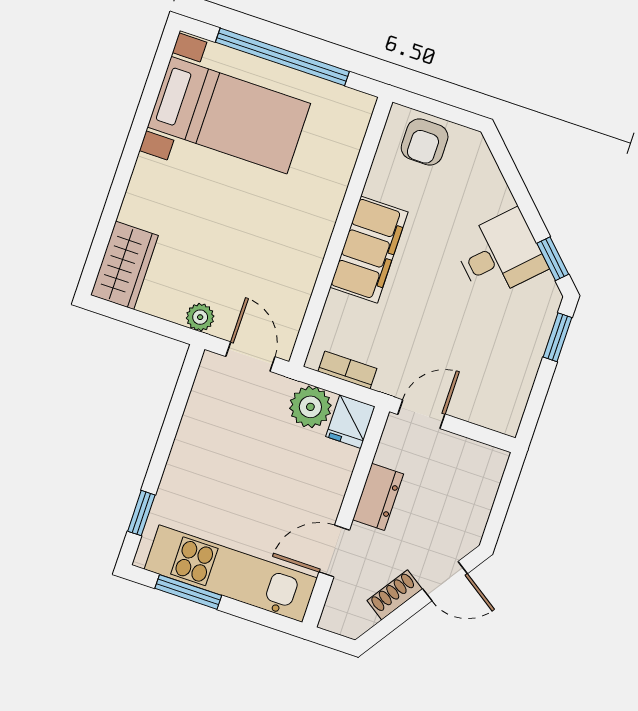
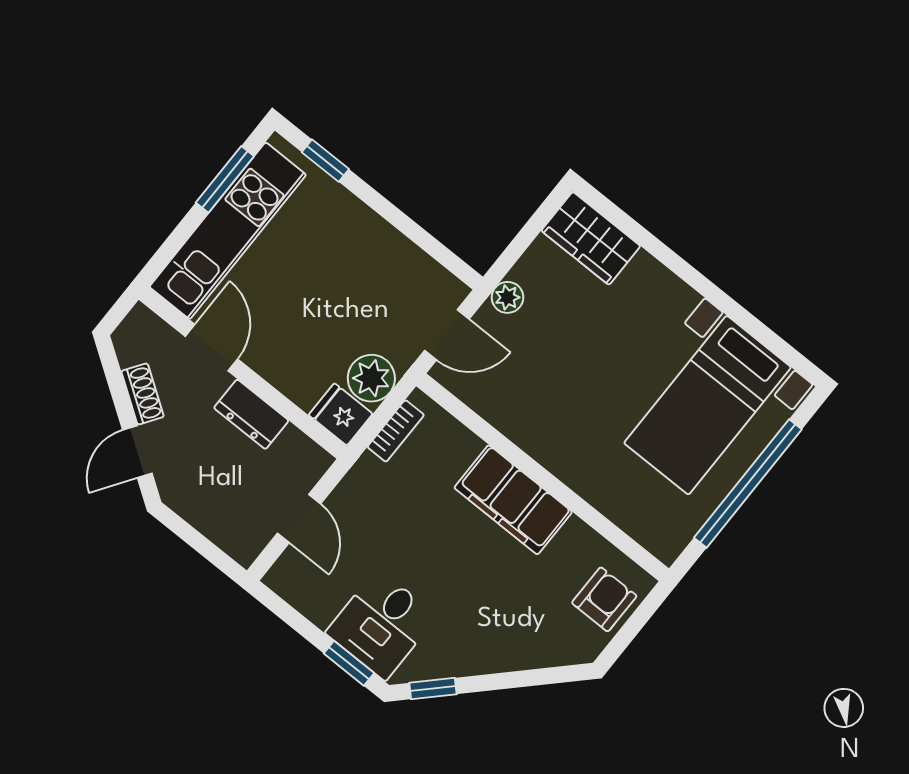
armchair: (425, 142) -> (604, 599), turned 90
desk: (500, 254) -> (381, 624), moved, turned 45
door: (421, 414) -> (299, 519), moved

